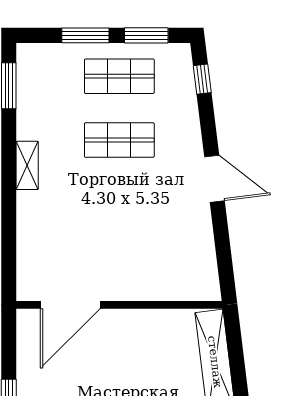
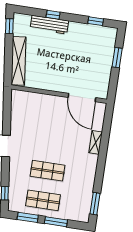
shelving: (27, 165) -> (96, 142), moved
door: (70, 305) -> (82, 98), swing flipped

